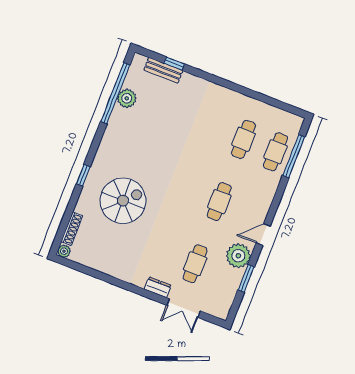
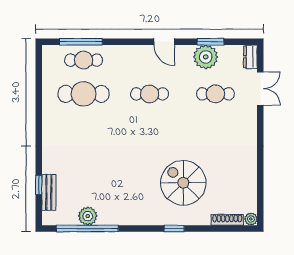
cafe table: (244, 139) -> (84, 94), width x1.37, depth x1.35
plant: (238, 256) -> (206, 57), moved
dresser: (158, 287) -> (250, 57), moved

